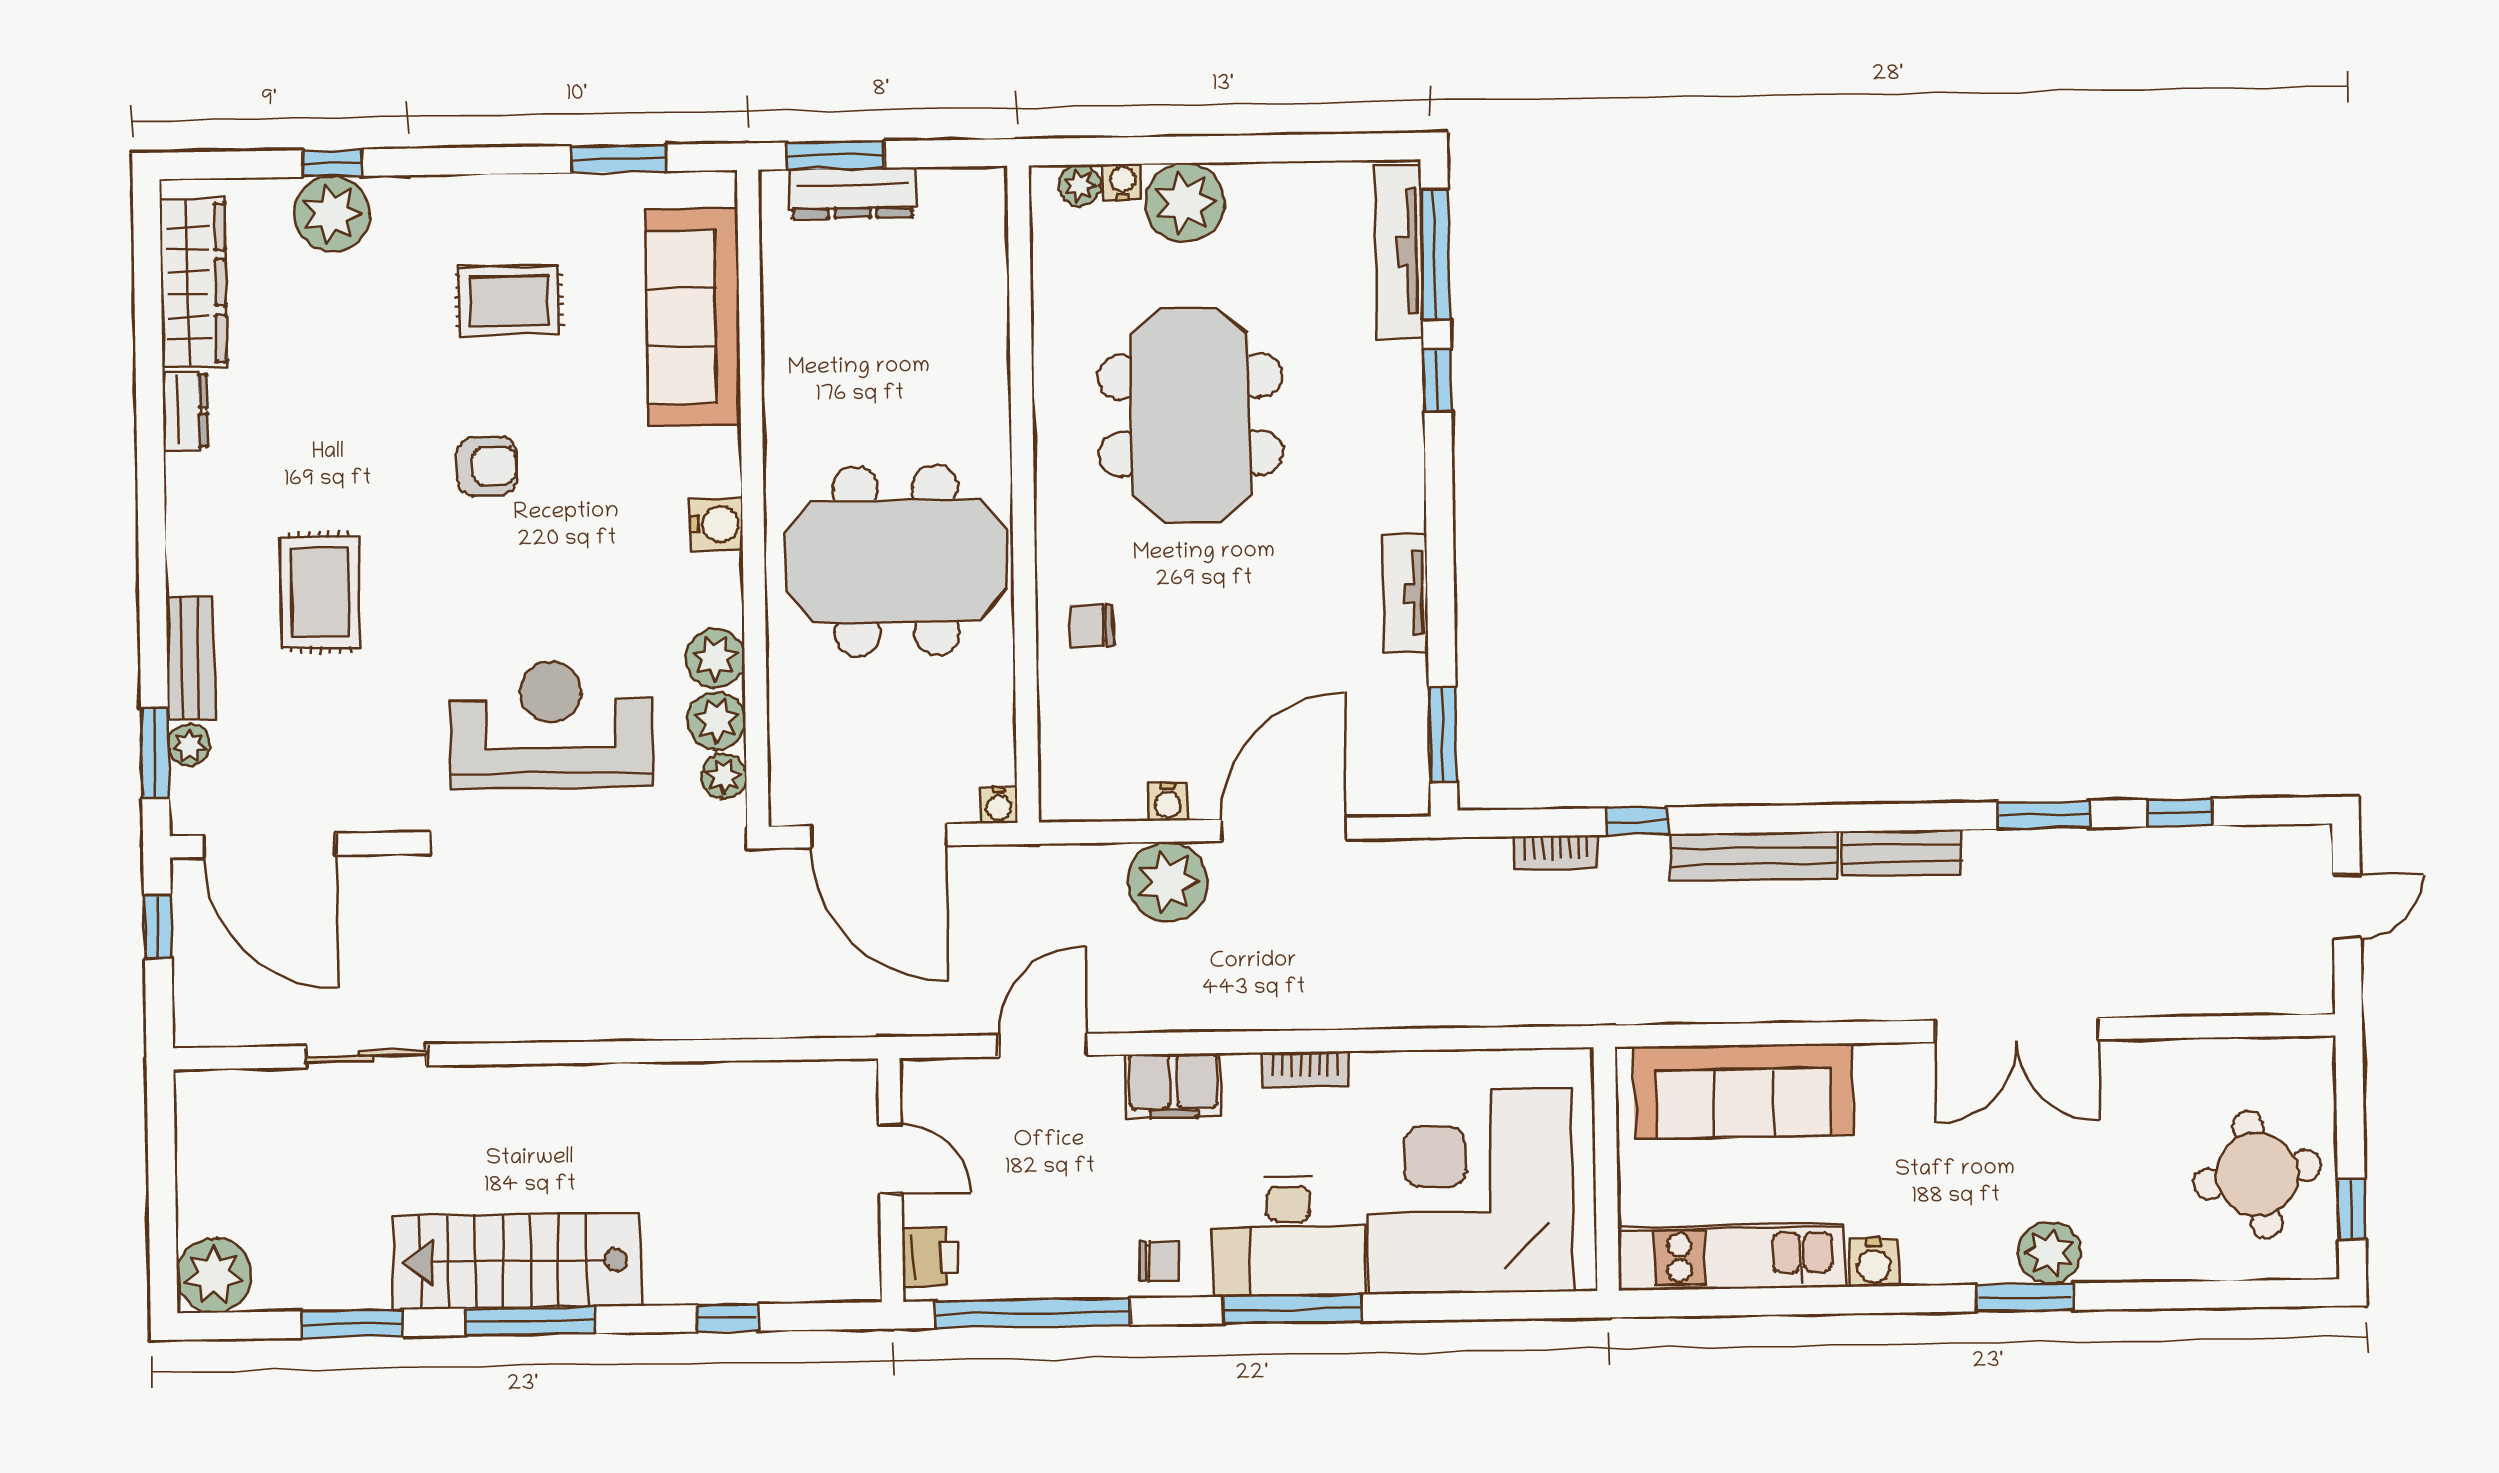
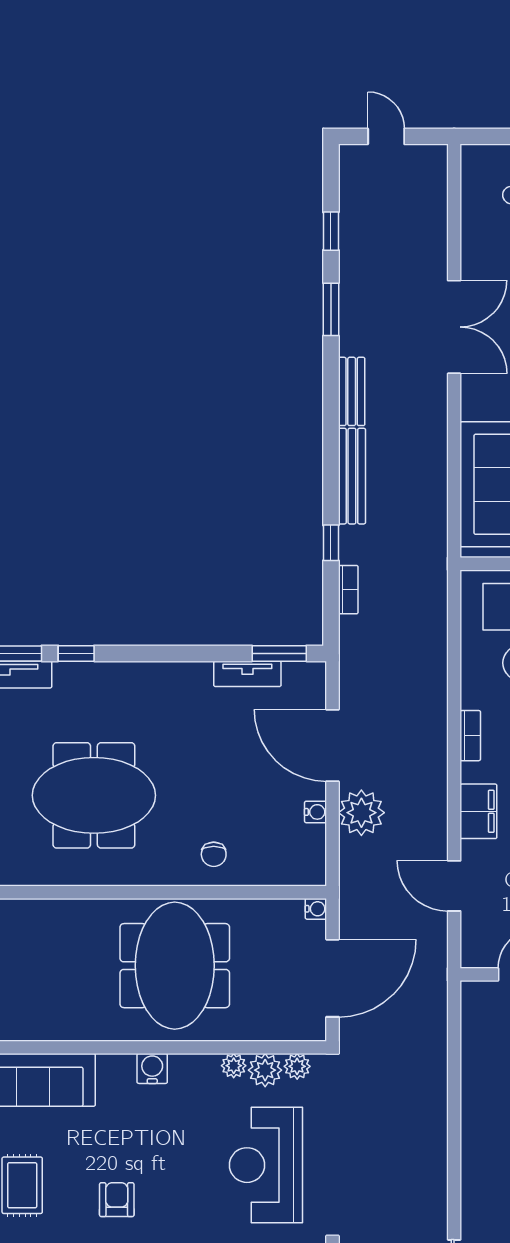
tv unit: (1405, 593) -> (247, 674), moved
plant: (715, 658) -> (234, 1066), width x0.73, depth x0.73

